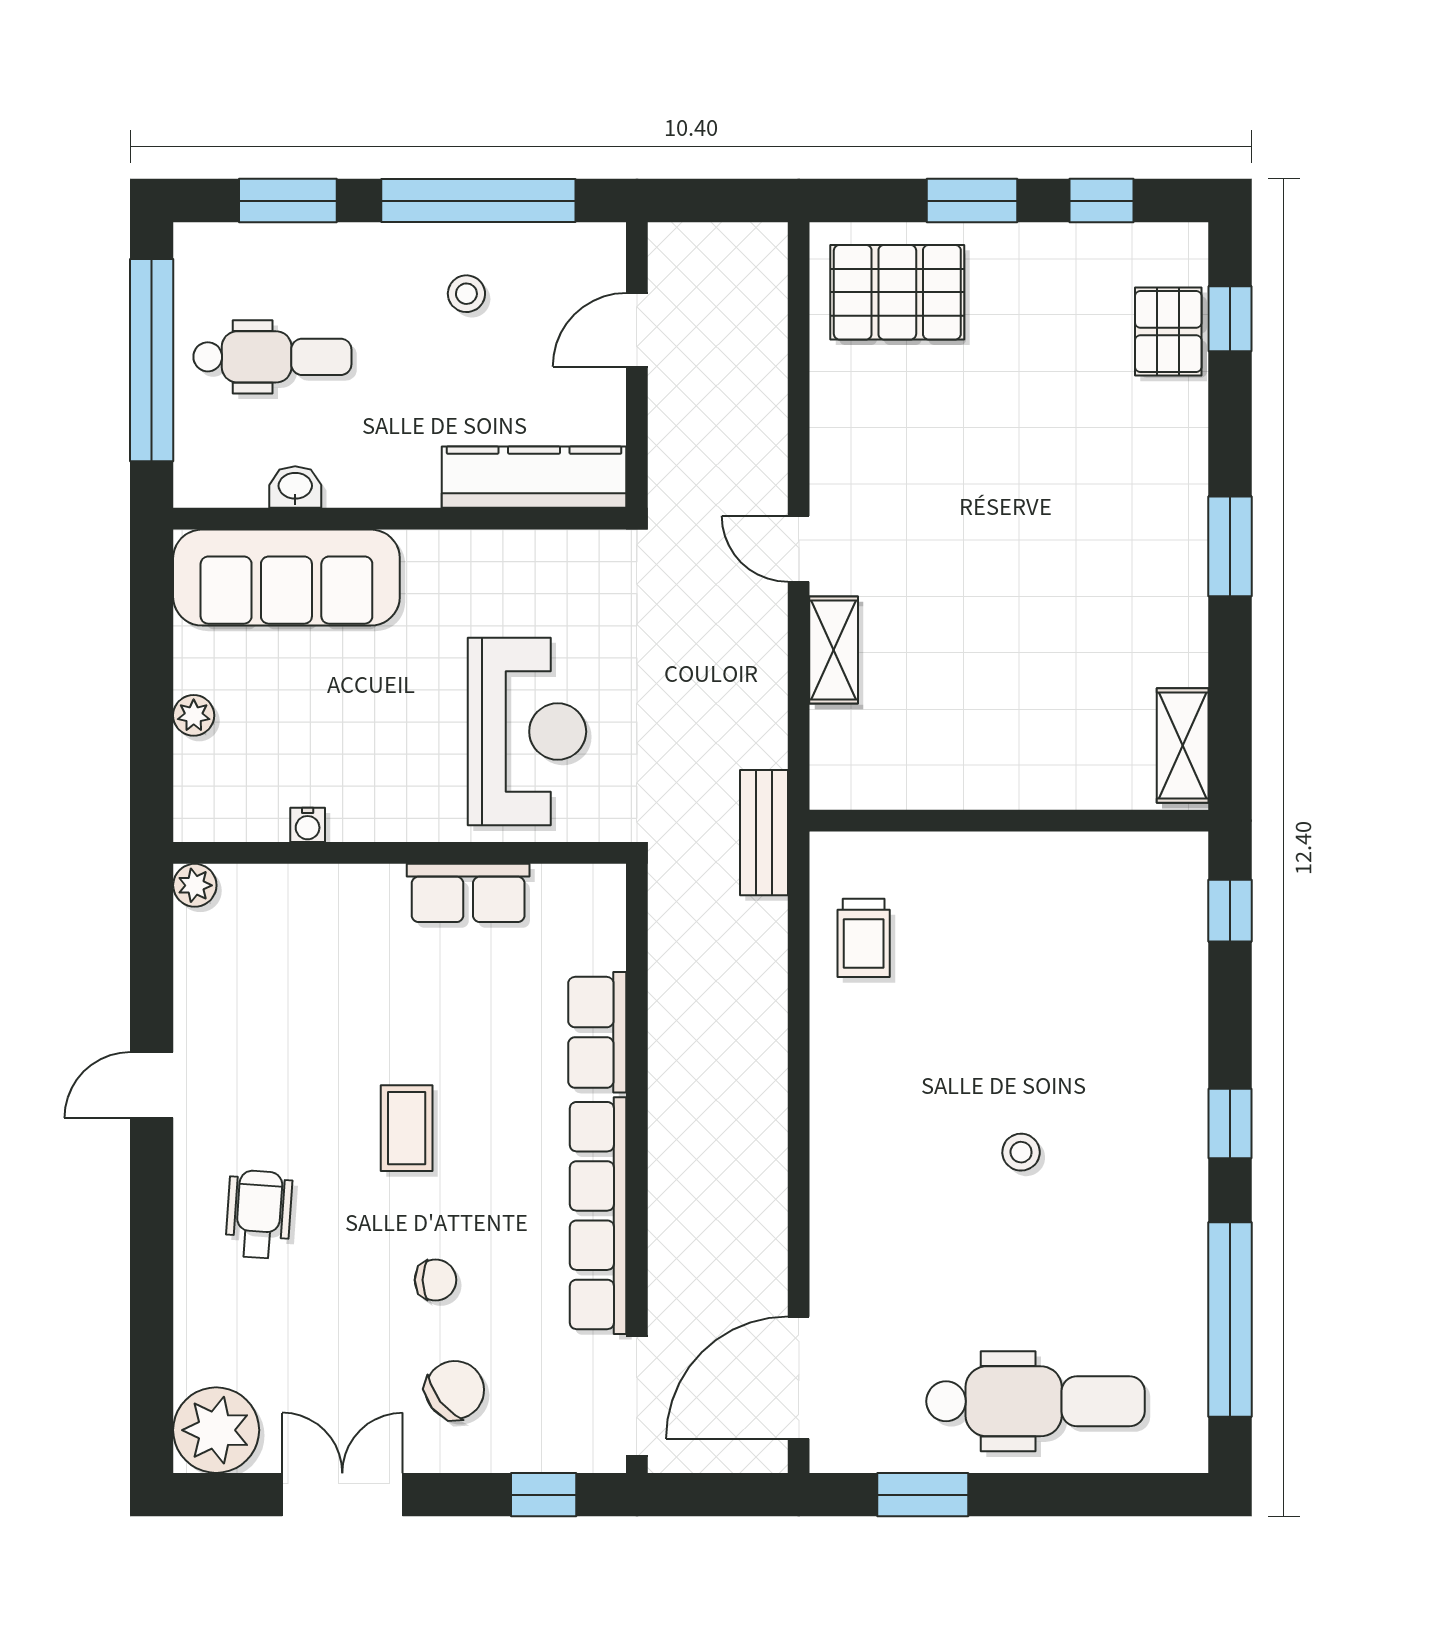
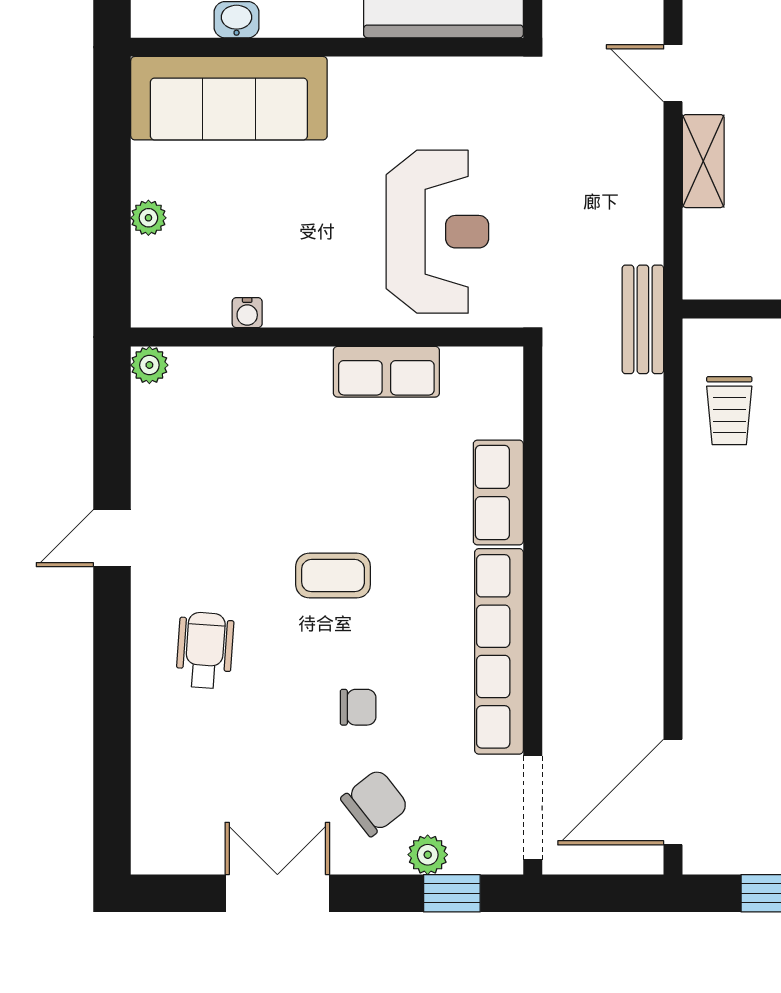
coffee table: (407, 1128) -> (333, 576), turned 90
plant: (216, 1430) -> (428, 855), moved, width x0.53, depth x0.53

